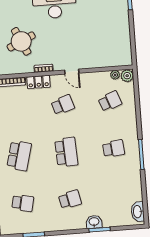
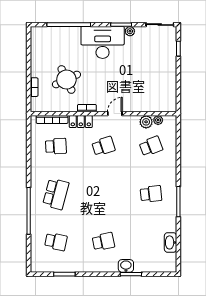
door: (72, 72) -> (115, 114), swing flipped
plant: (127, 76) -> (146, 122), moved
school desk: (66, 152) -> (56, 146), moved, width x0.54
washbasin: (138, 212) -> (170, 242), moved

